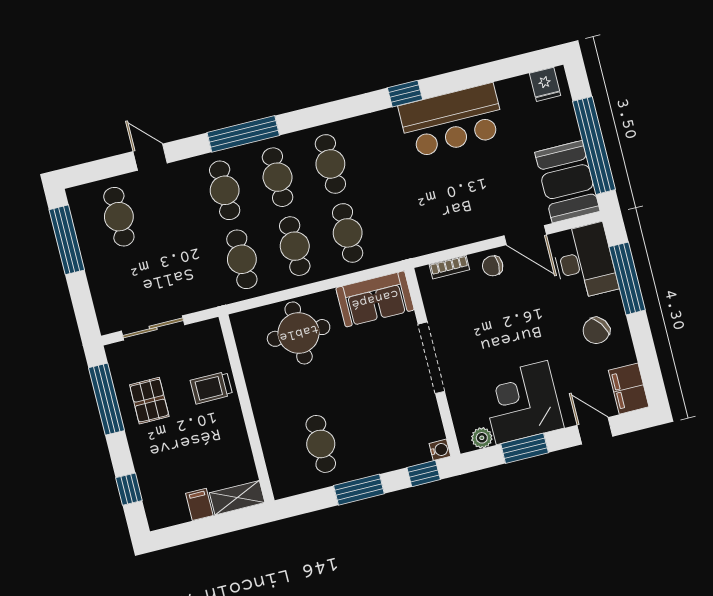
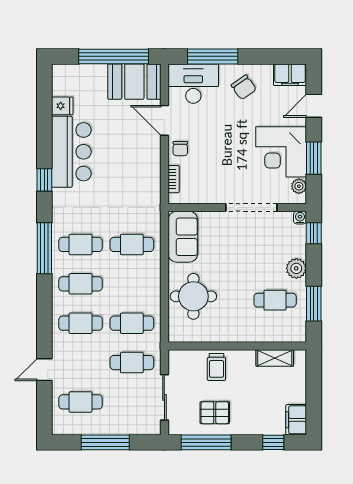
fridge: (545, 84) -> (62, 106), moved
window: (243, 134) -> (44, 248), moved
door: (525, 235) -> (164, 120), swing flipped
window: (67, 240) -> (105, 442), moved
cafe table: (295, 246) -> (132, 363), moved
doorway: (431, 358) -> (251, 208), moved
plant: (371, 462) -> (296, 268), added
window: (359, 490) -> (314, 304), moved
shelving: (237, 498) -> (275, 358), moved, turned 90
filing cabinet: (199, 504) -> (296, 420), moved, width x2.00

